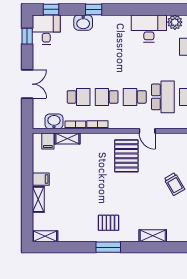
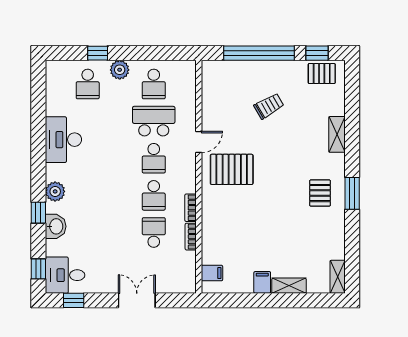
plant: (175, 22) -> (55, 191), moved
washbasin: (54, 121) -> (186, 265), removed
shelving: (67, 139) -> (209, 247), removed

